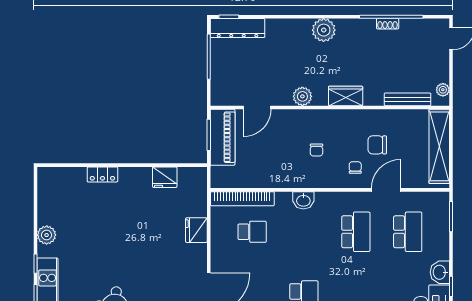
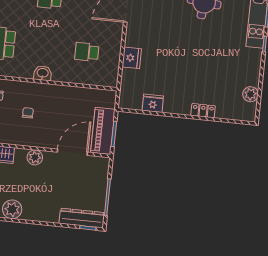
door: (257, 107) -> (72, 152), width x1.36
bookcase: (242, 199) -> (92, 79), removed
plant: (47, 235) -> (250, 94), moved

